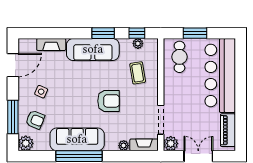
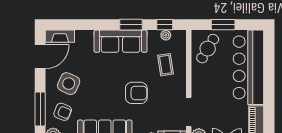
fireplace: (51, 45) -> (60, 36), moved
cafe table: (179, 57) -> (208, 49), turned 31
side table: (41, 92) -> (69, 84), width x1.87, depth x1.87

